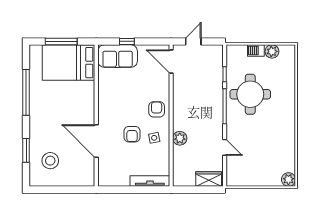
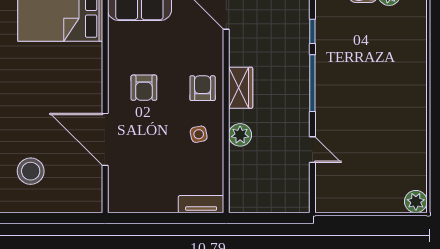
round table: (250, 94) -> (354, 64), removed
armchair: (132, 134) -> (144, 88), moved
wardrobe: (209, 179) -> (241, 88), moved, turned 90
tv unit: (150, 181) -> (201, 204), width x0.71

